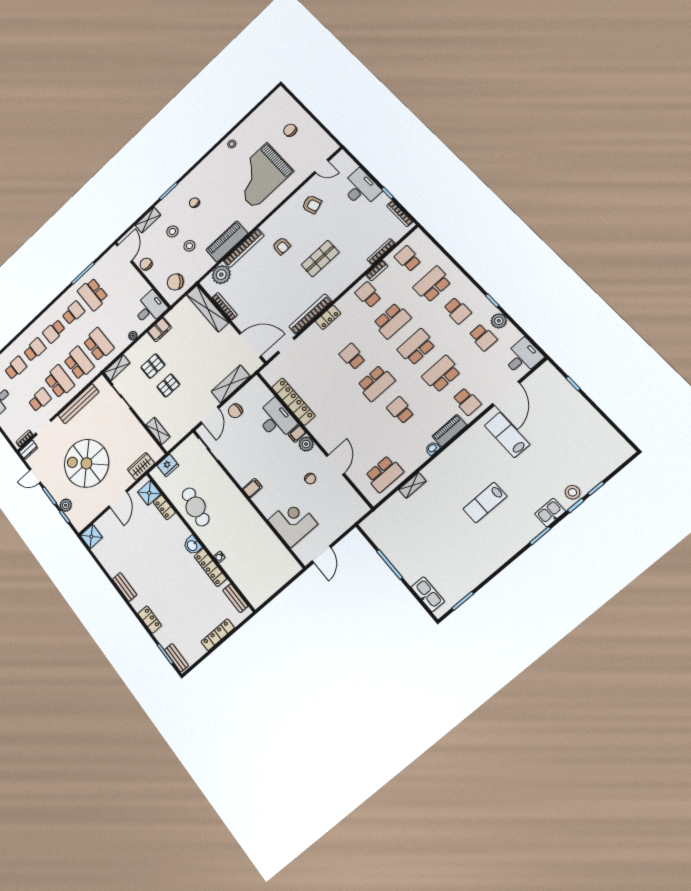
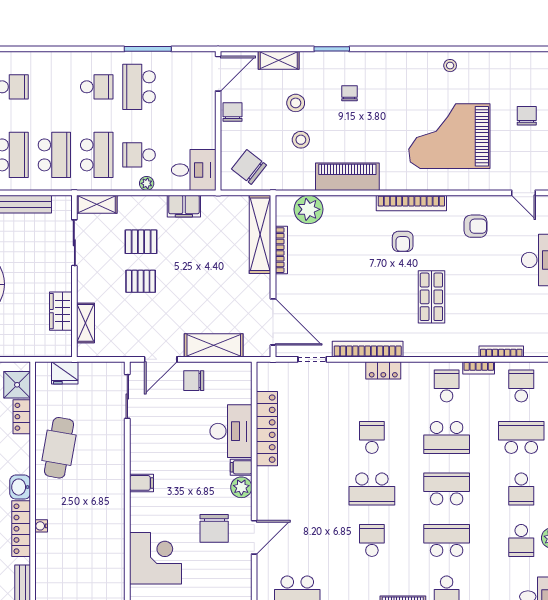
armchair: (312, 204) -> (476, 226), turned -71
bookcase: (244, 248) -> (411, 203), moved
shop shelf: (320, 259) -> (431, 297), turned 90
school desk: (54, 331) -> (139, 155), moved
wardrobe: (141, 466) -> (61, 311), moved, turned -90
chair: (310, 479) -> (214, 528), width x1.87, depth x1.87

